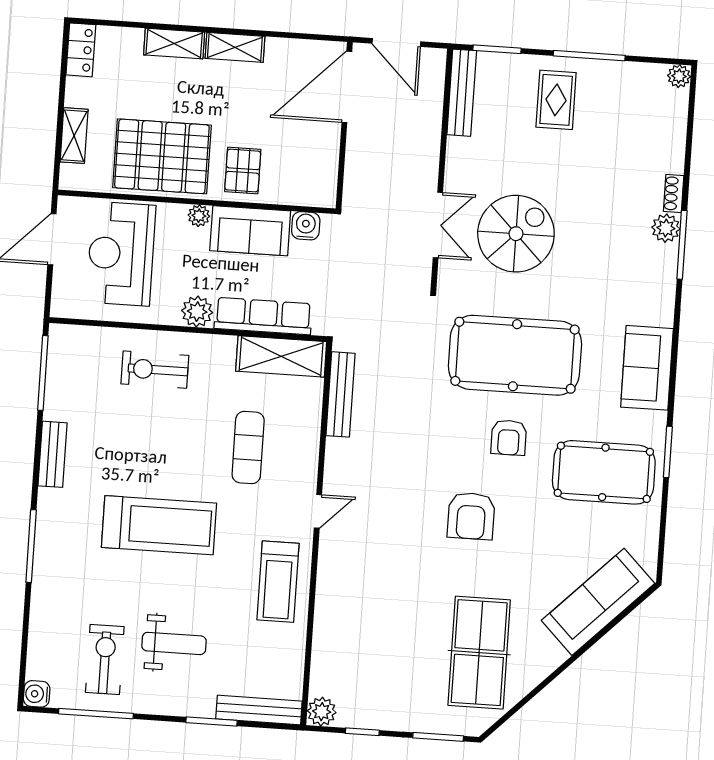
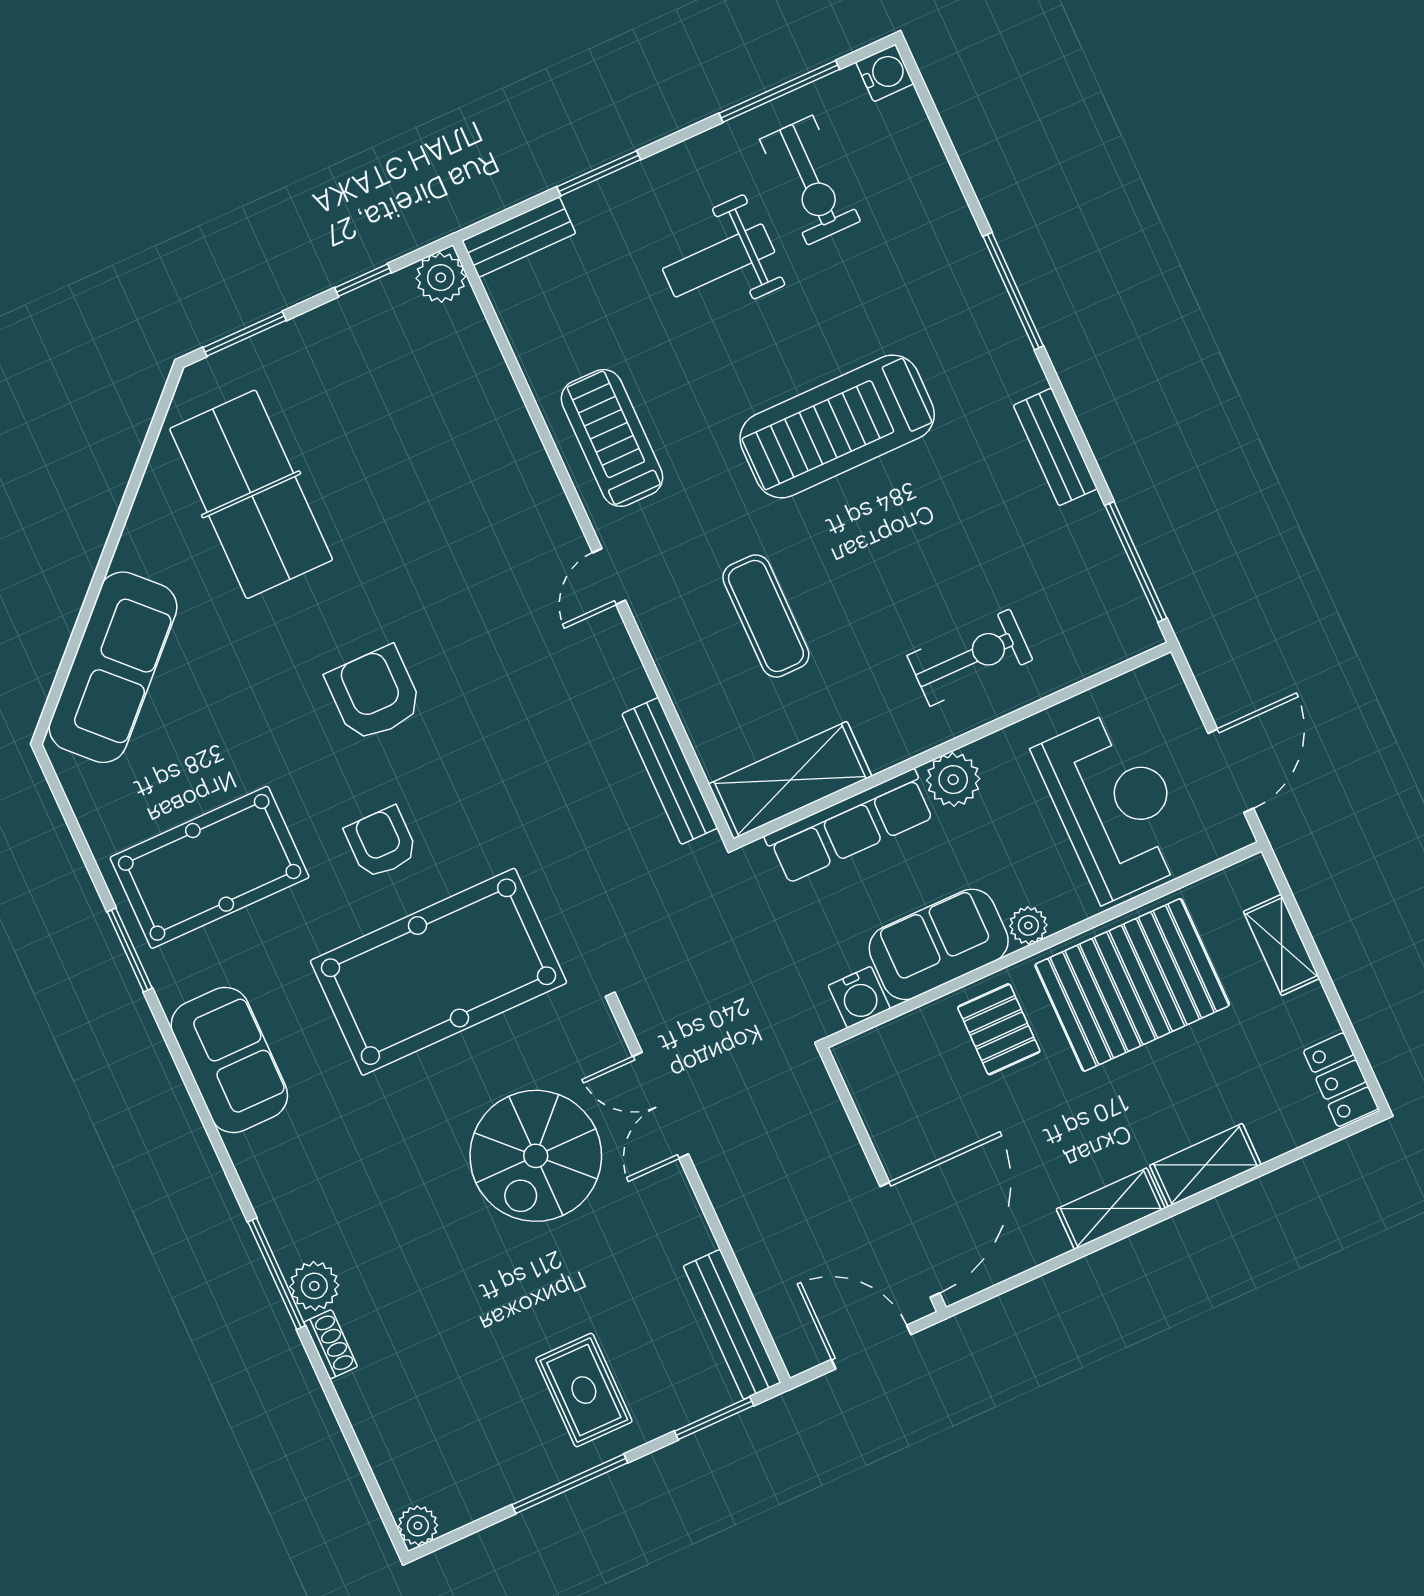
bench: (259, 710) -> (519, 237), width x0.73

